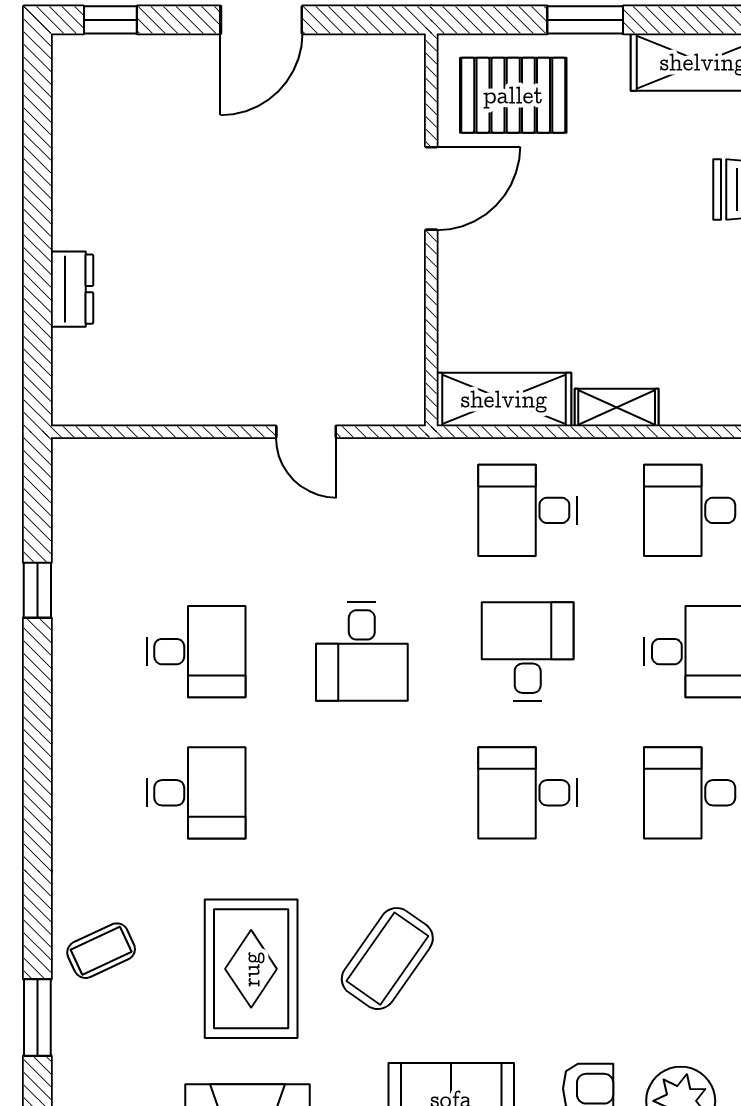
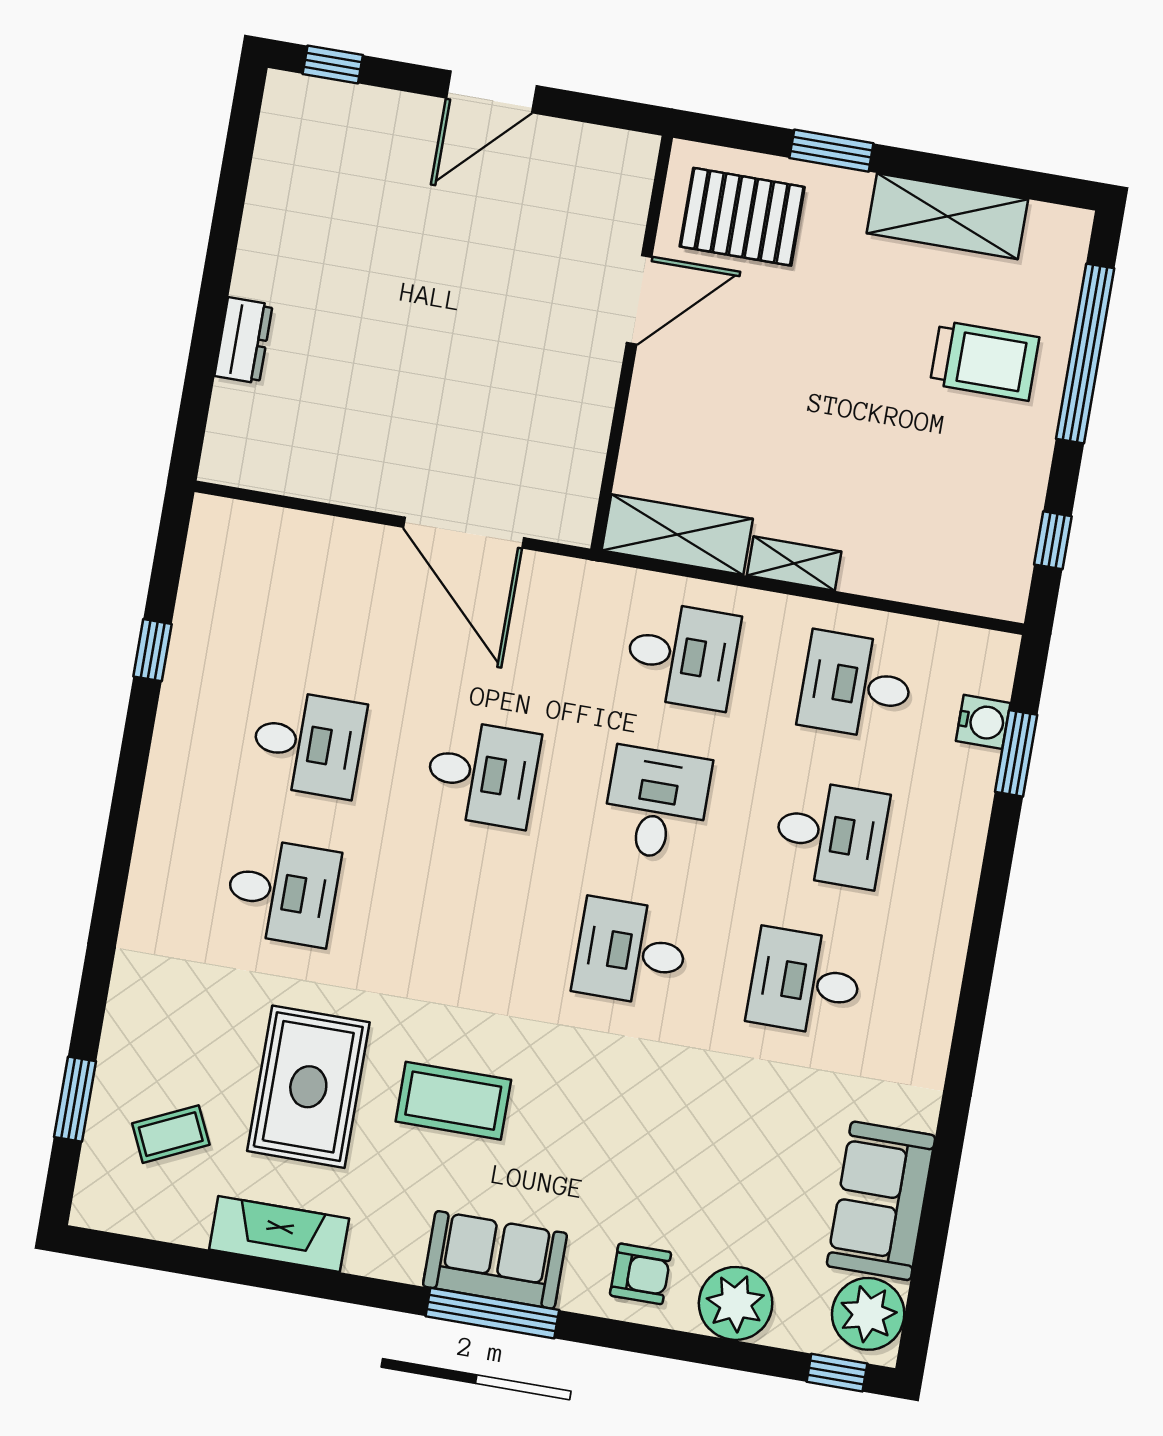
door: (306, 432) -> (463, 533), width x1.87
desk: (528, 510) -> (682, 655), turned 180
desk: (362, 652) -> (482, 774), turned -90
coffee table: (101, 951) -> (171, 1134), moved
coffee table: (387, 959) -> (453, 1101), turned 55

